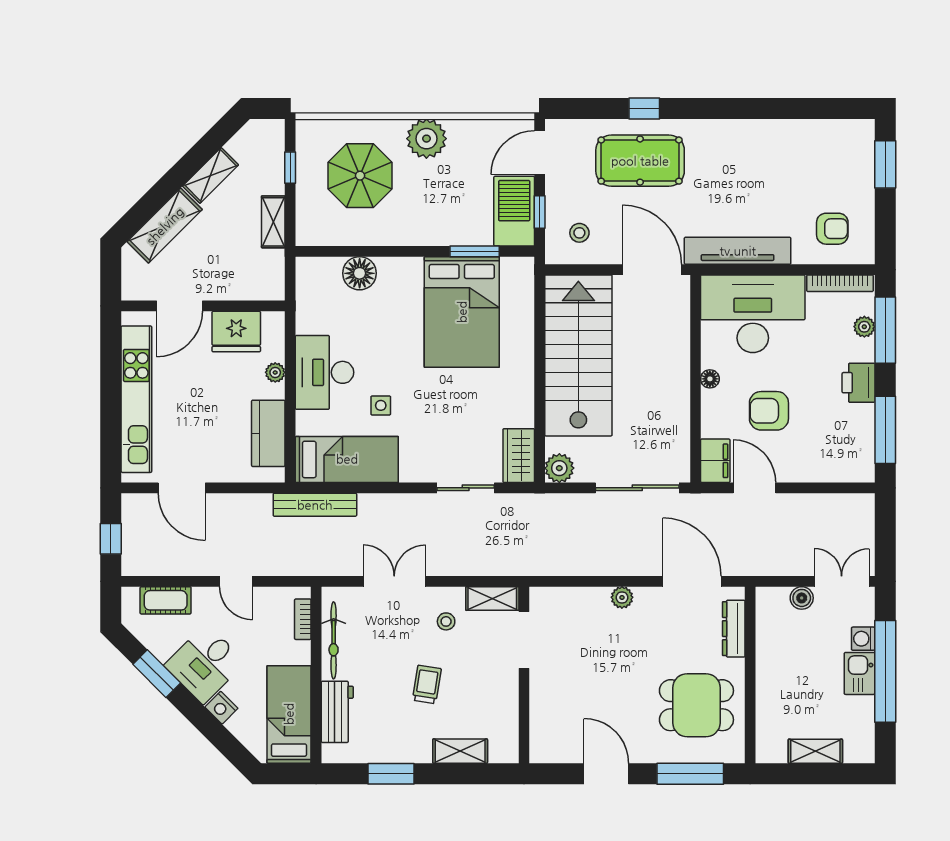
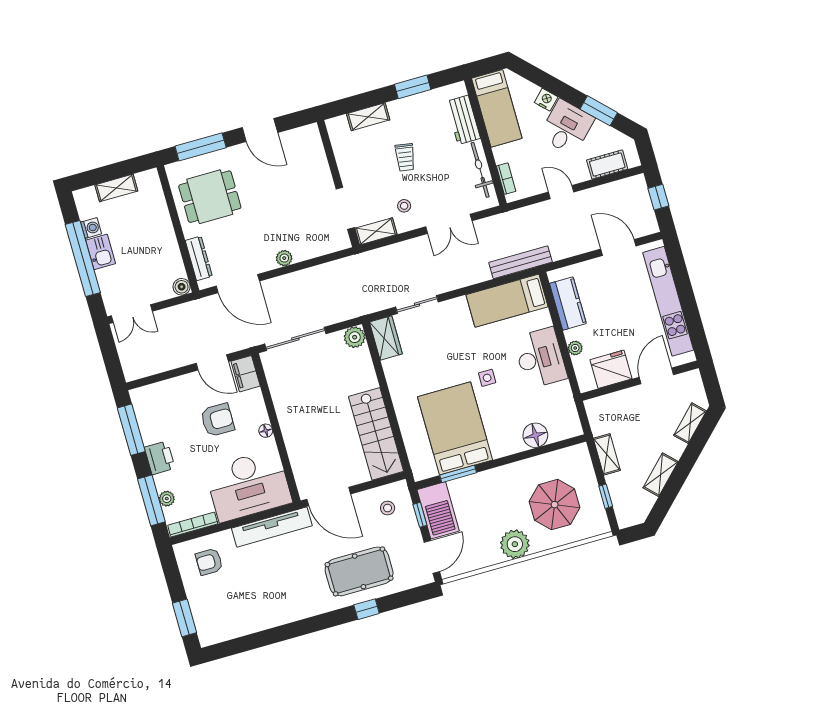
shelving: (165, 226) -> (690, 423), width x0.67, depth x0.75
stairs: (578, 355) -> (376, 434), width x0.73, depth x0.66
side table: (381, 405) -> (487, 378), moved
boiler: (802, 598) -> (182, 287), moved
washing machine: (863, 639) -> (91, 228), moved

